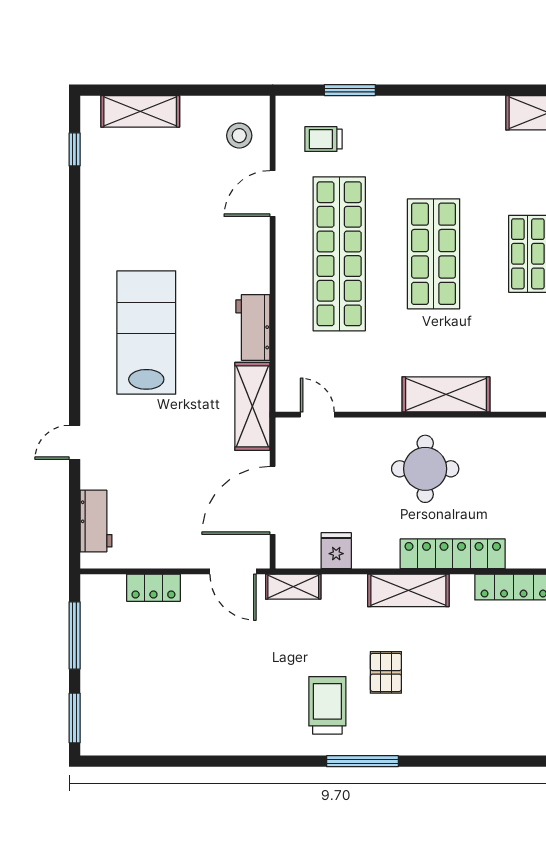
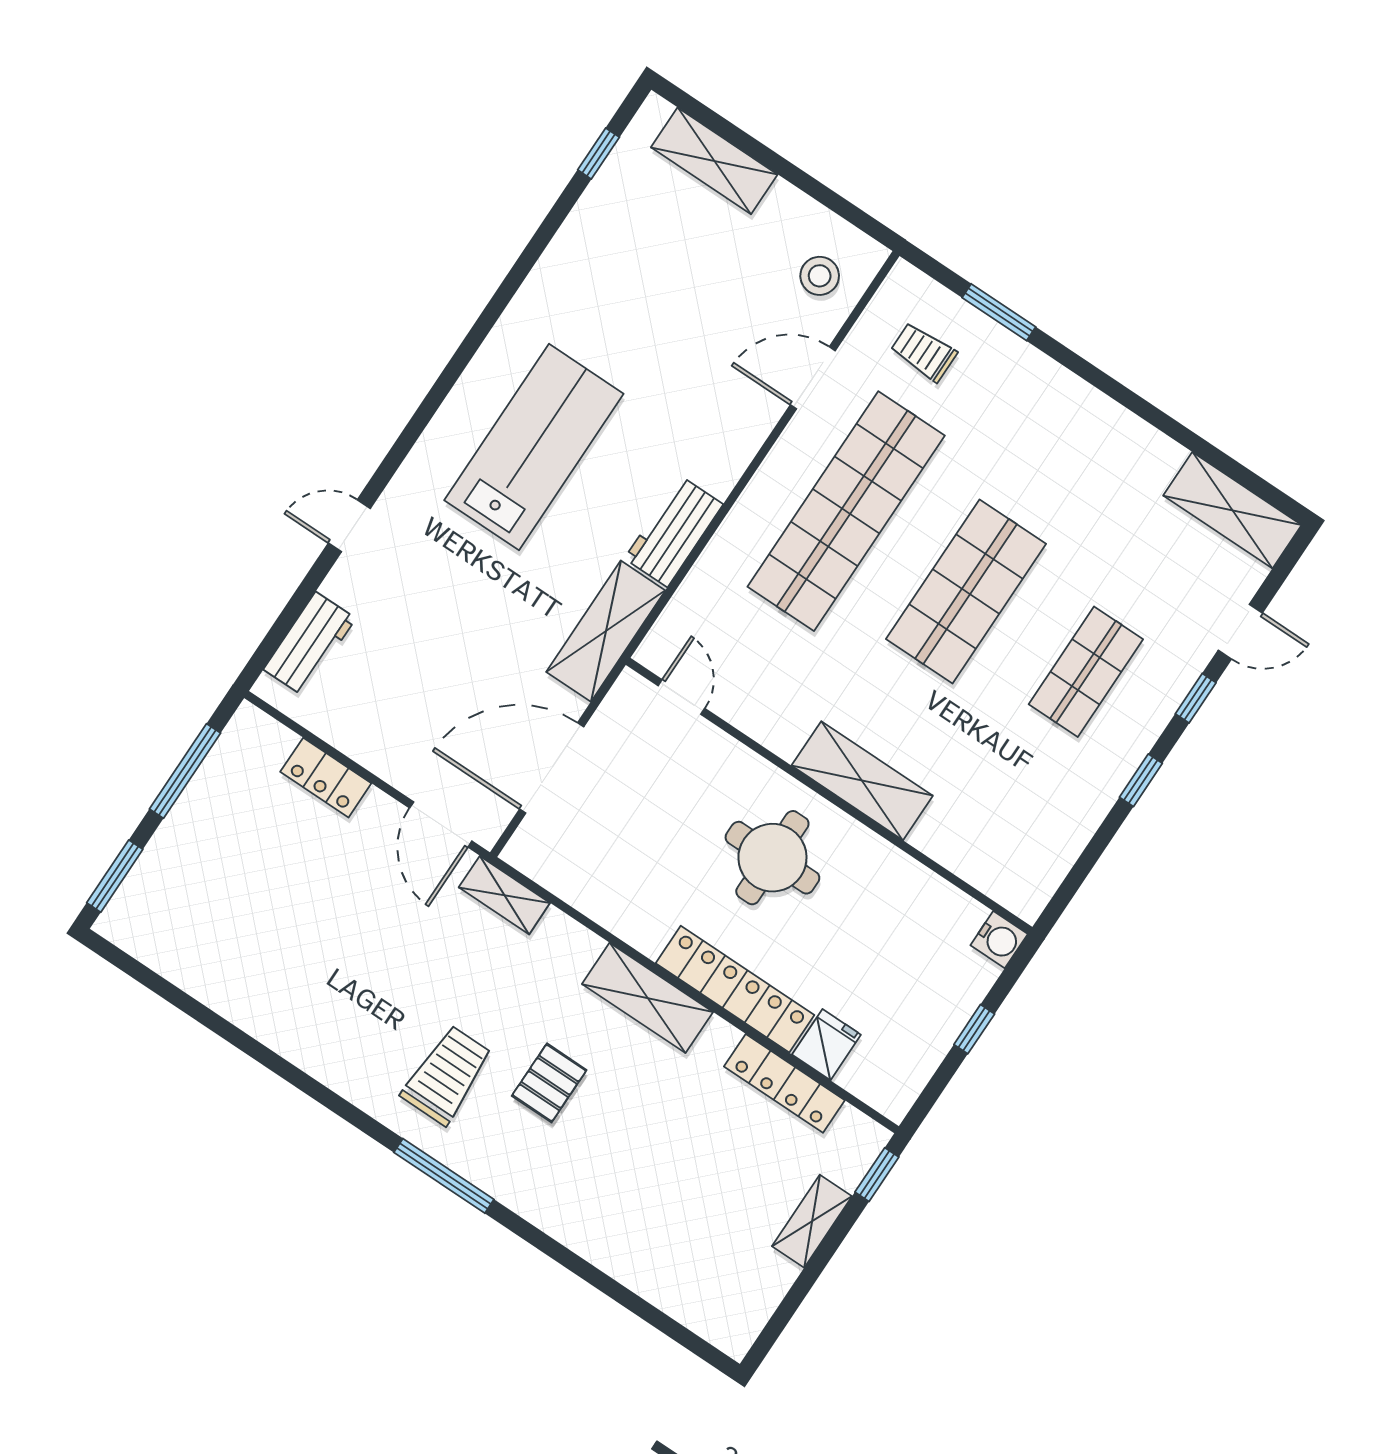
fridge: (336, 551) -> (826, 1045), moved

